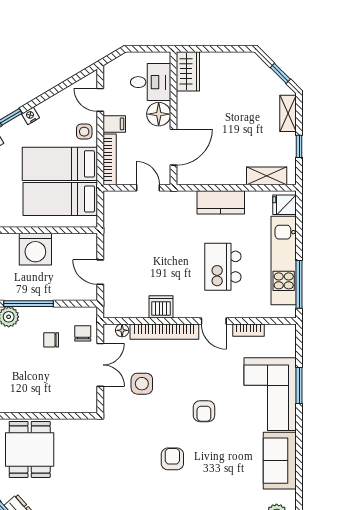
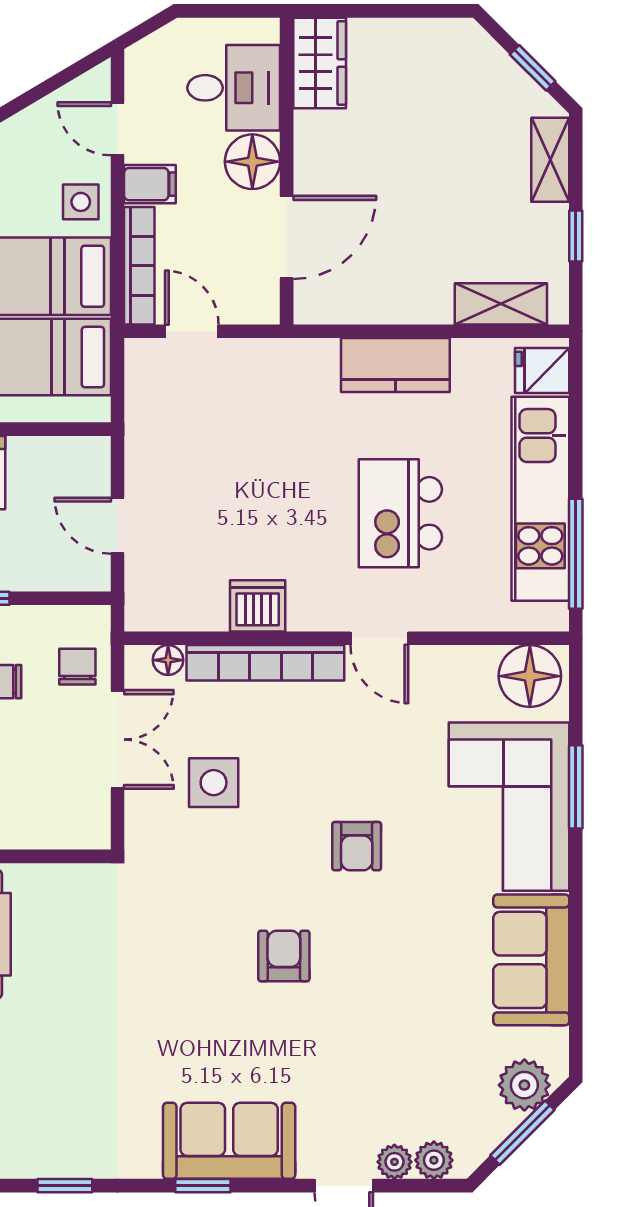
door: (148, 188) -> (192, 331), moved
bookcase: (248, 330) -> (459, 659), removed
floor lamp: (279, 337) -> (530, 676), added

